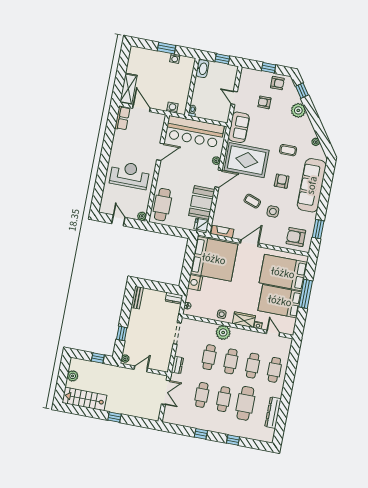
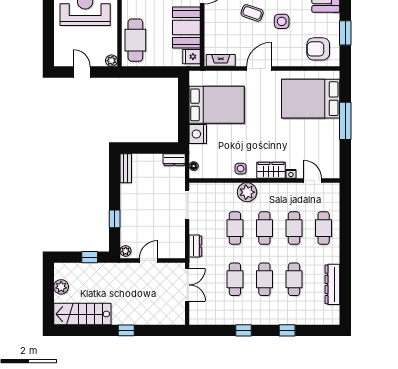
bed: (214, 259) -> (217, 105), width x0.73
bed: (280, 301) -> (313, 137), removed
cafe table: (245, 403) -> (294, 279), width x0.73, depth x0.74

